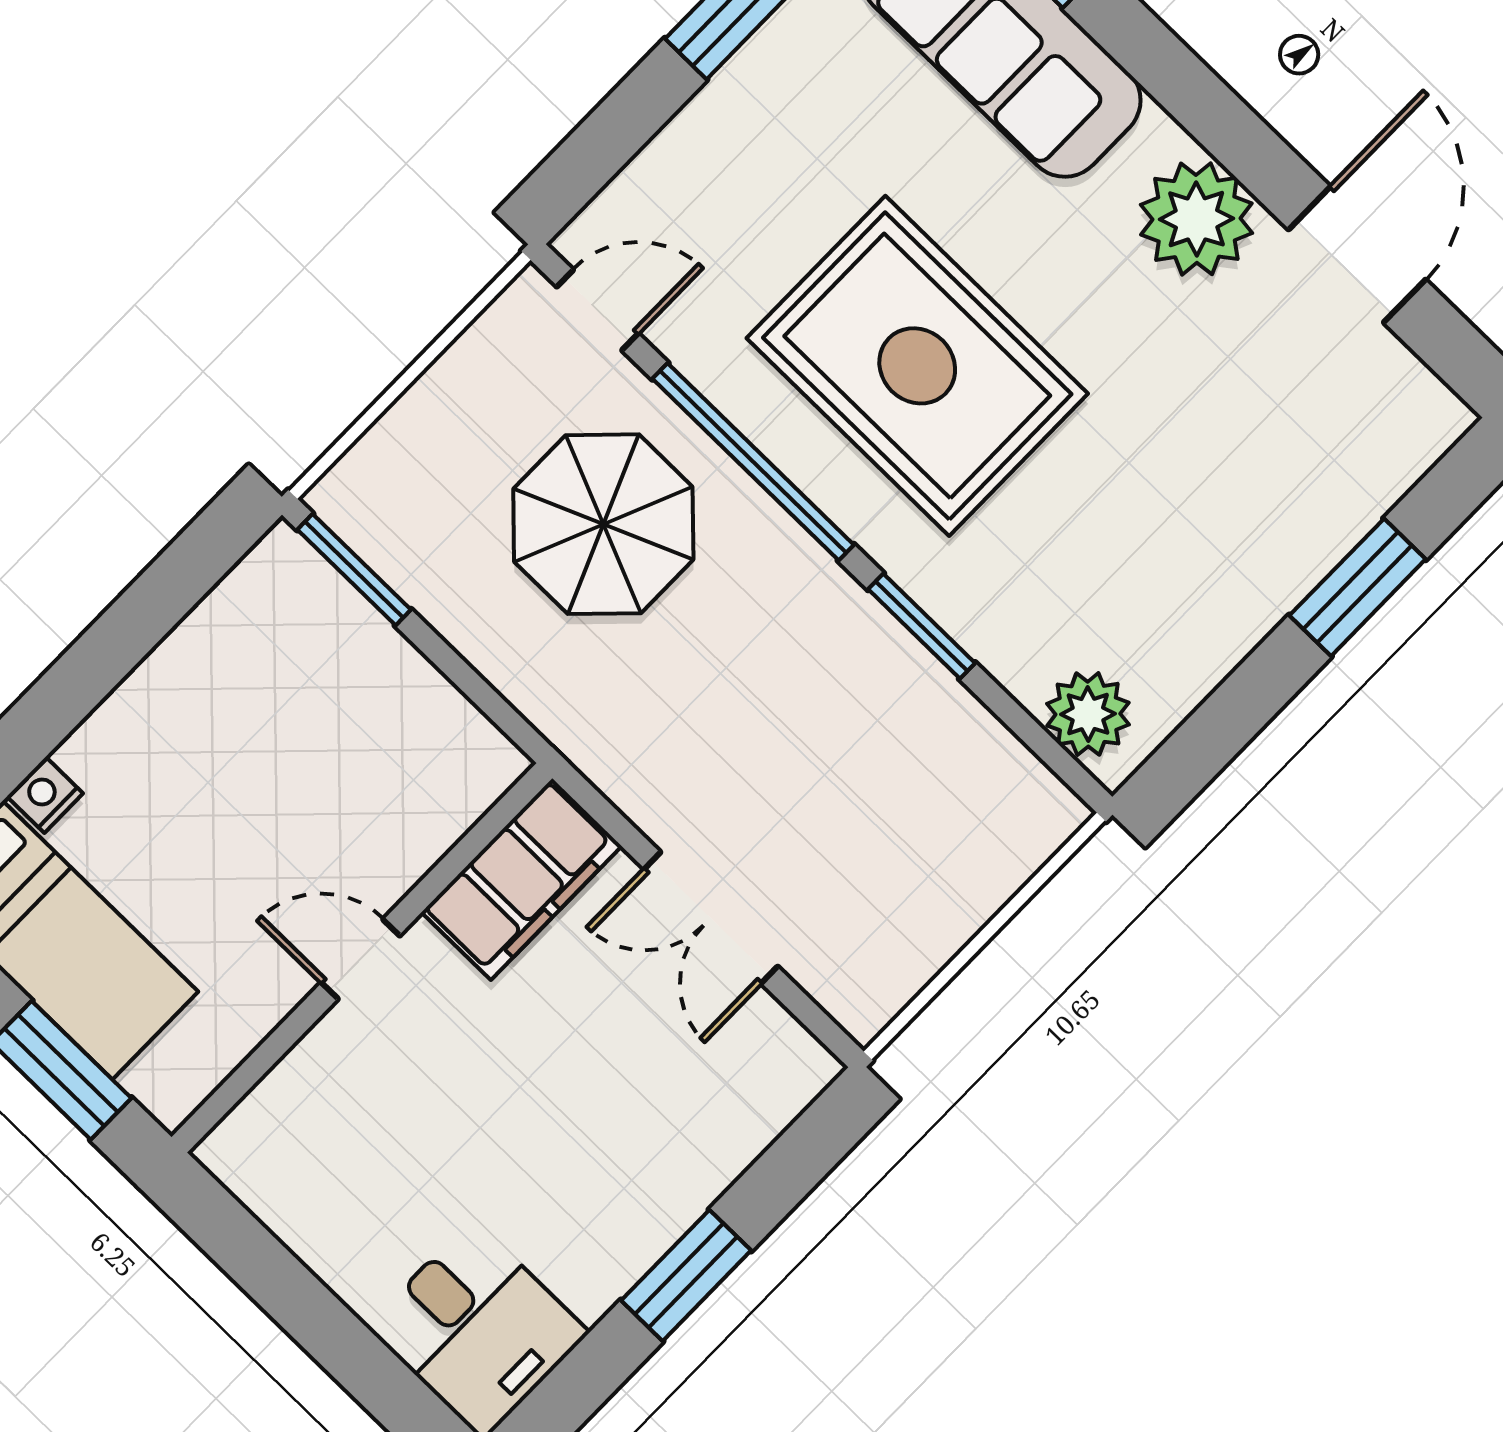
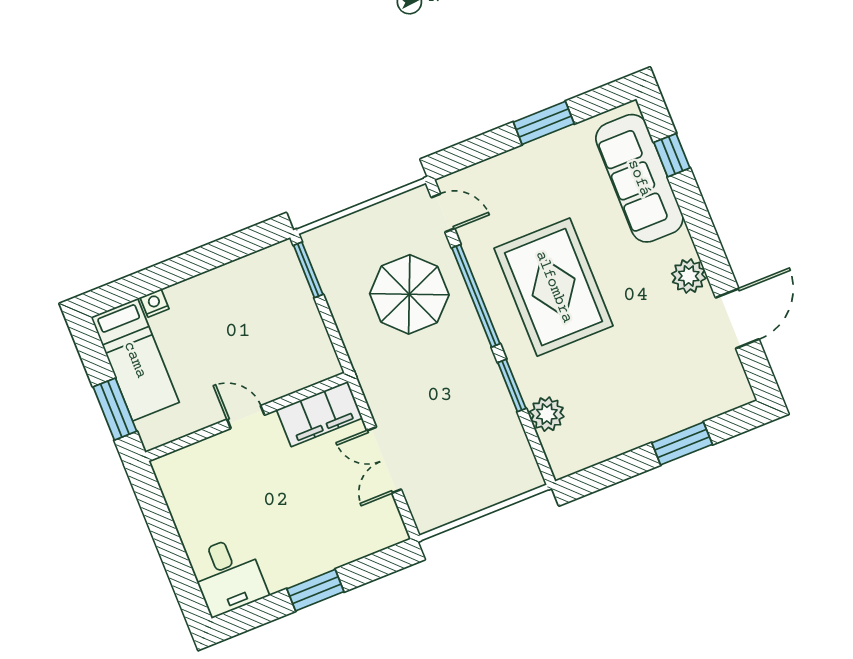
plant: (1196, 219) -> (689, 276), width x0.73, depth x0.73
plant: (1088, 714) -> (547, 414), moved

